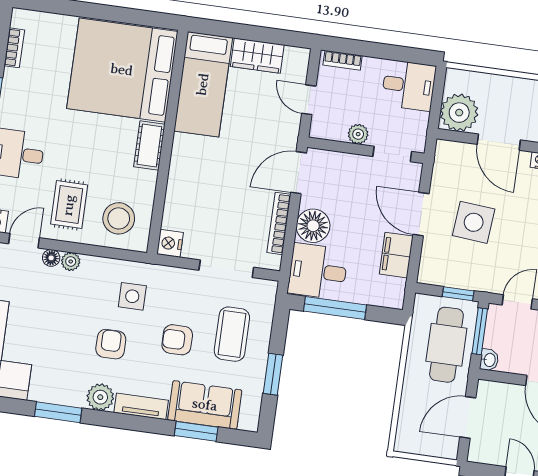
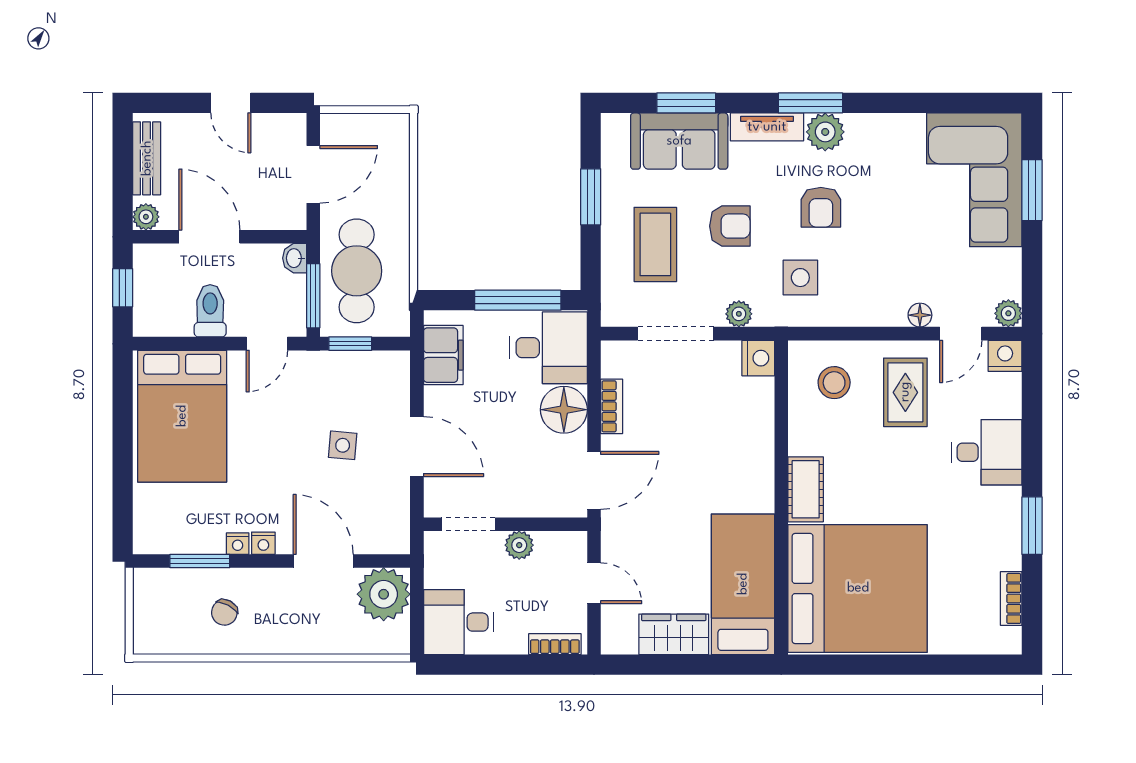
stool: (119, 218) -> (834, 383), width x0.73, depth x0.73
side table: (474, 222) -> (343, 445), width x0.54, depth x0.54
bookcase: (279, 223) -> (612, 406), width x0.64
filing cabinet: (396, 255) -> (443, 355), moved
plant: (71, 261) -> (739, 314), moved
window: (58, 412) -> (810, 103), moved

